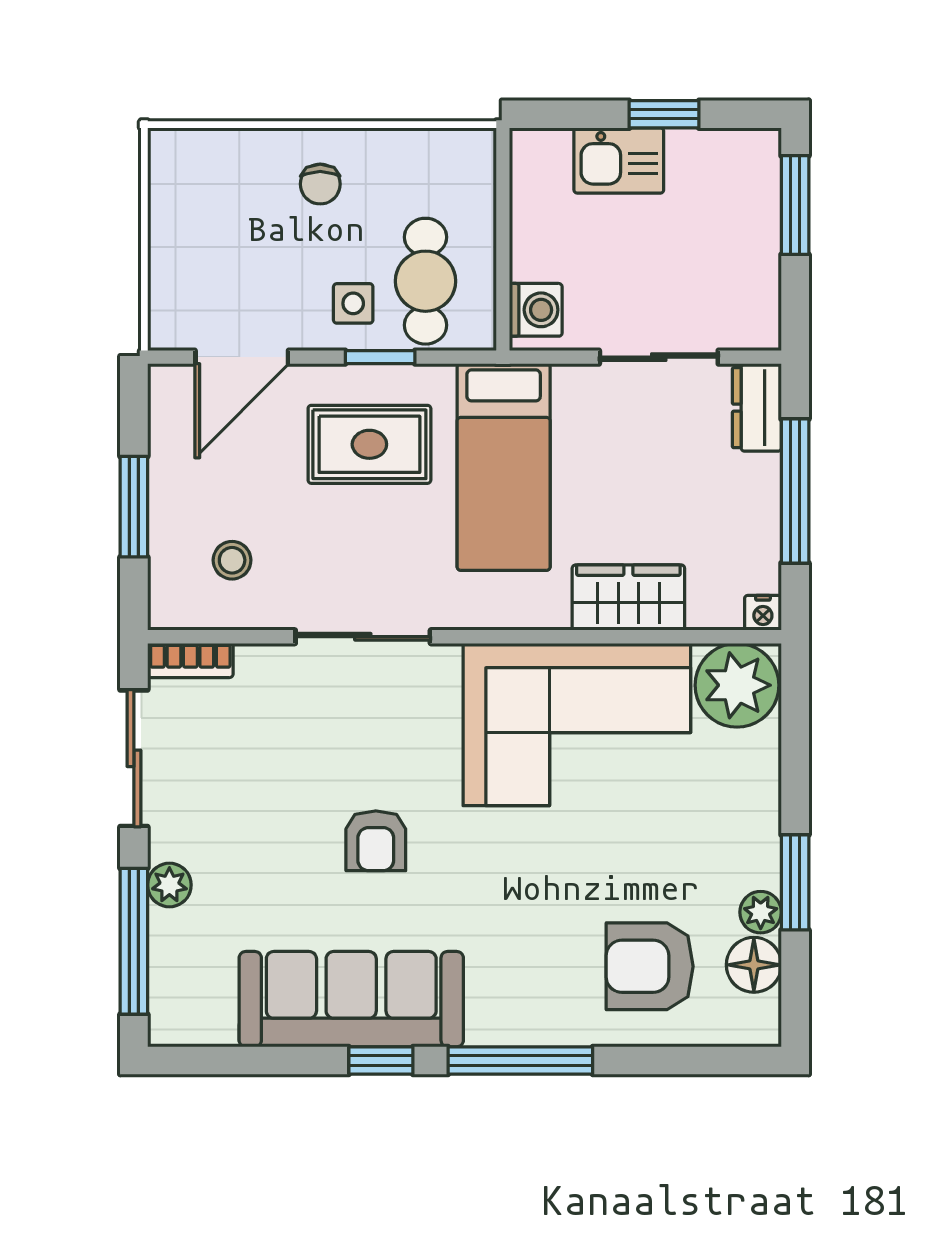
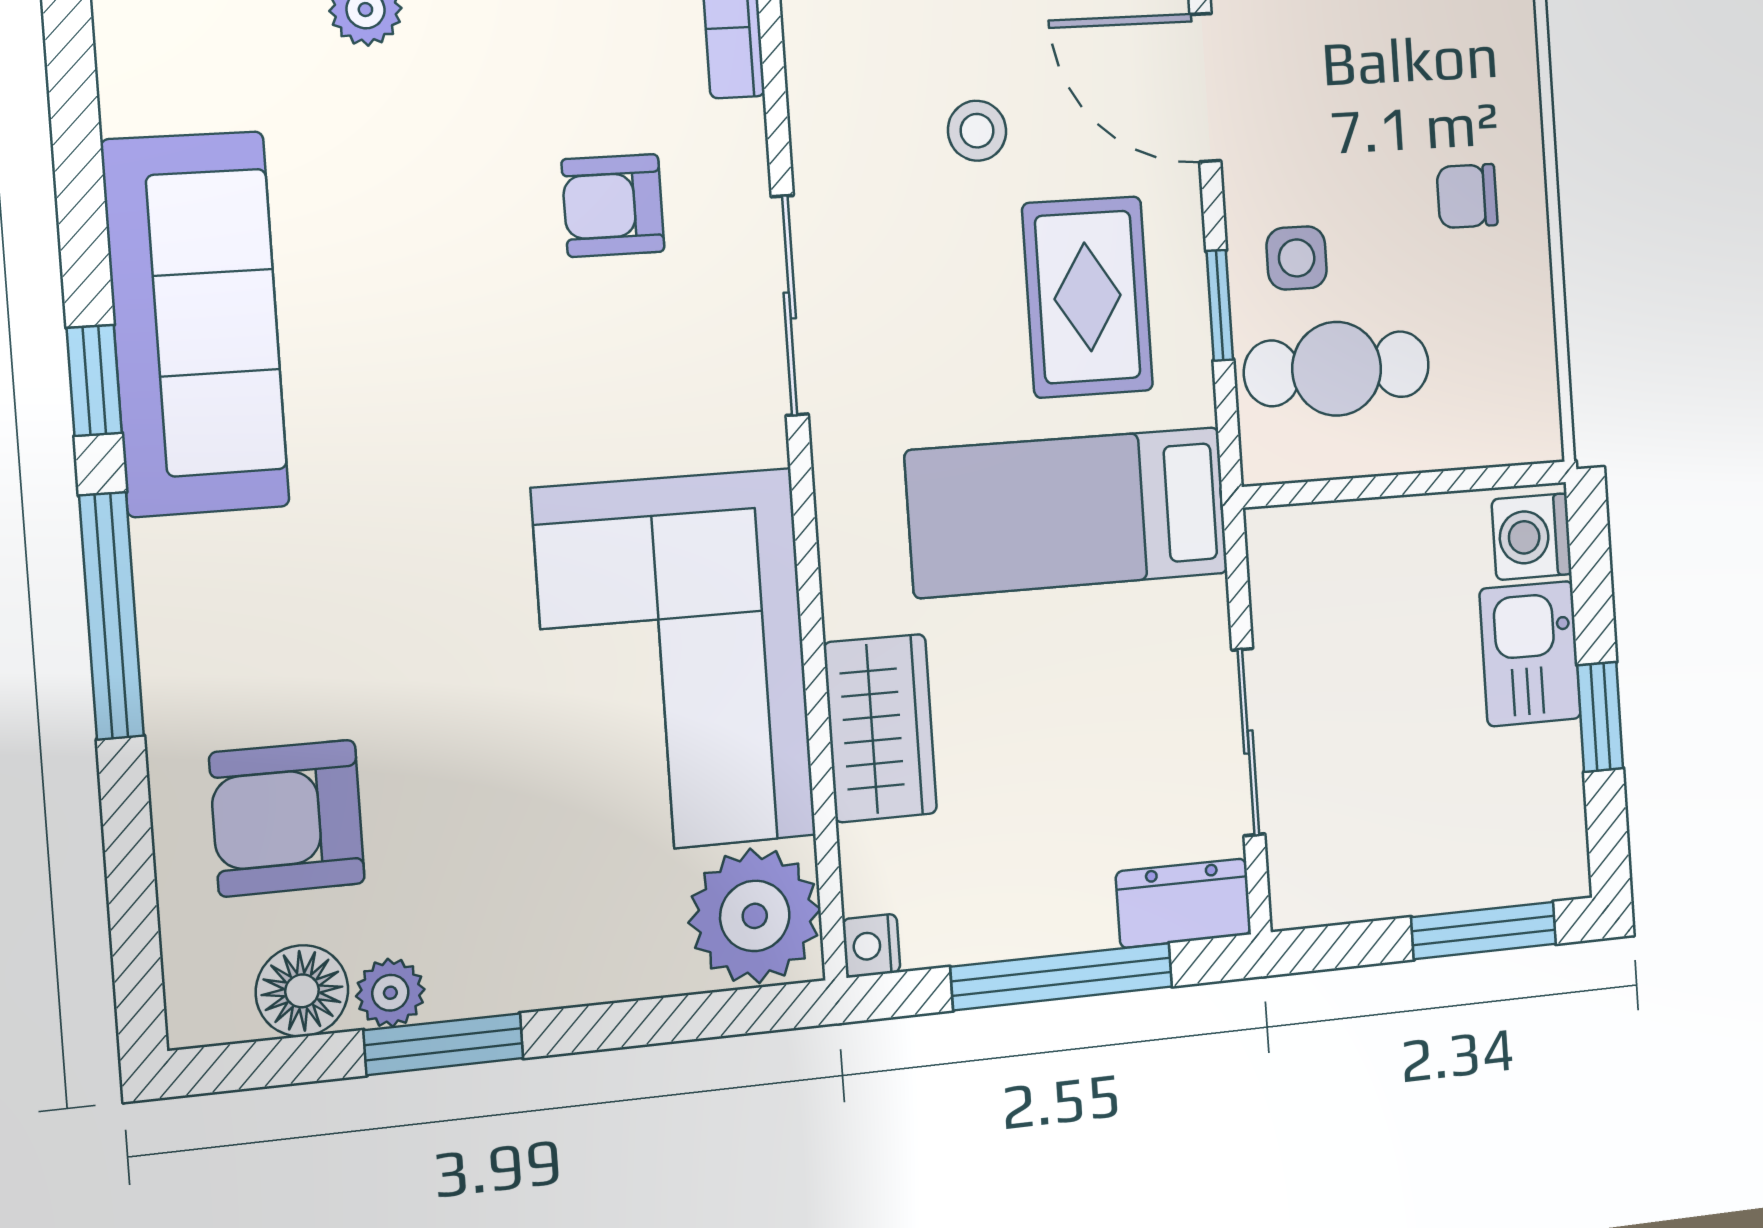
washing machine: (536, 310) -> (1532, 537), moved, turned 90
stool: (232, 560) -> (977, 131), moved
armchair: (376, 841) -> (613, 205), moved
armchair: (650, 966) -> (287, 818), turned -90

